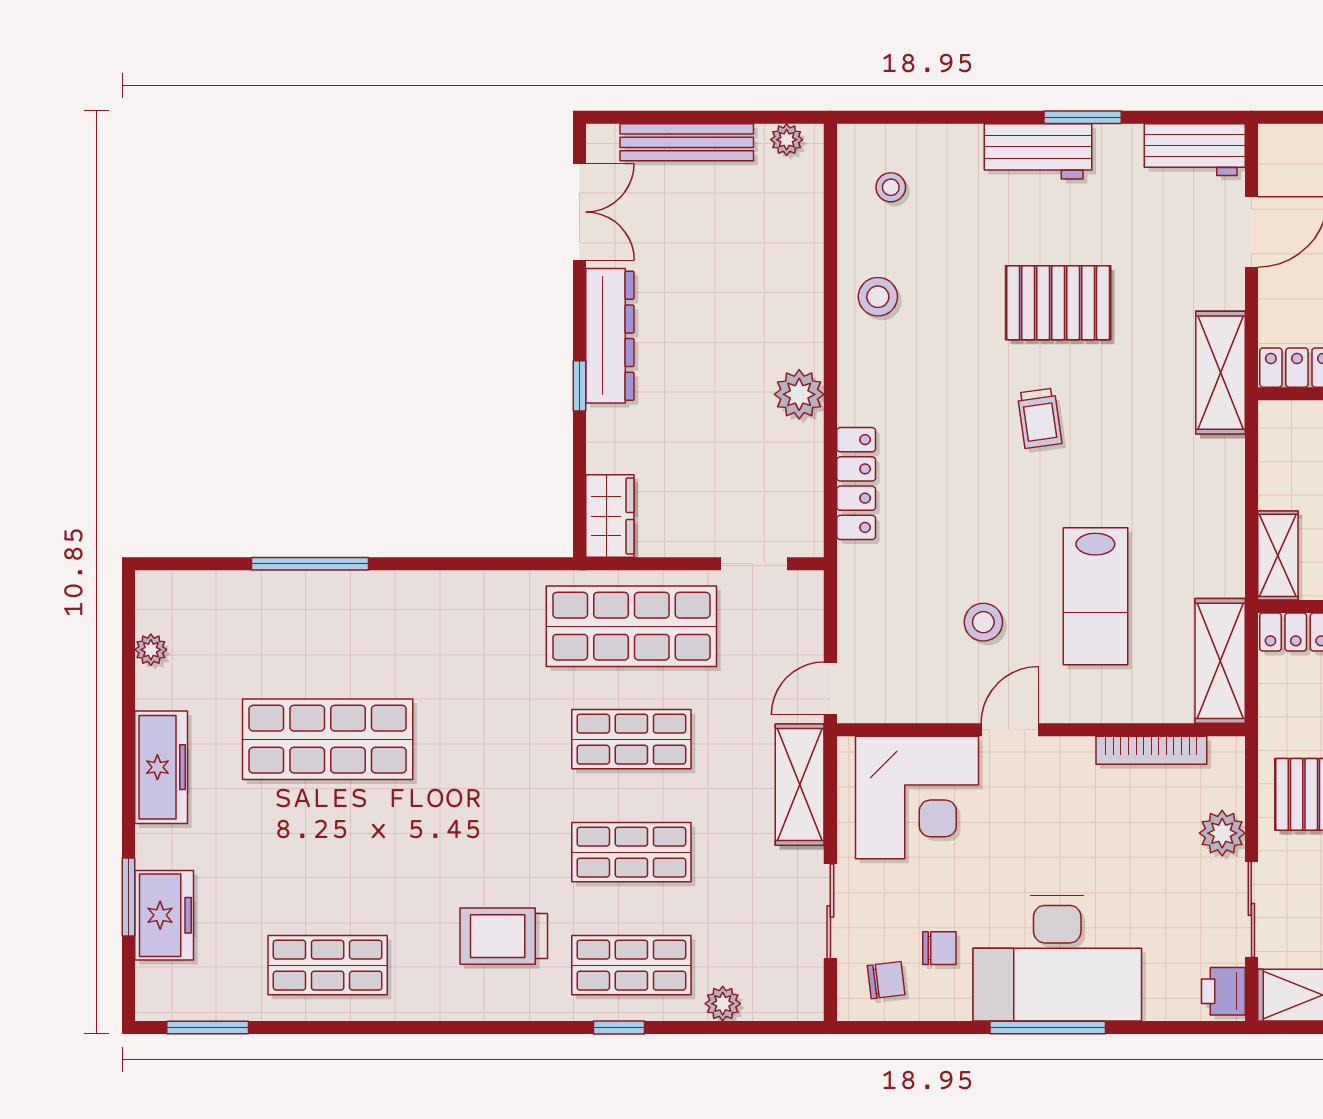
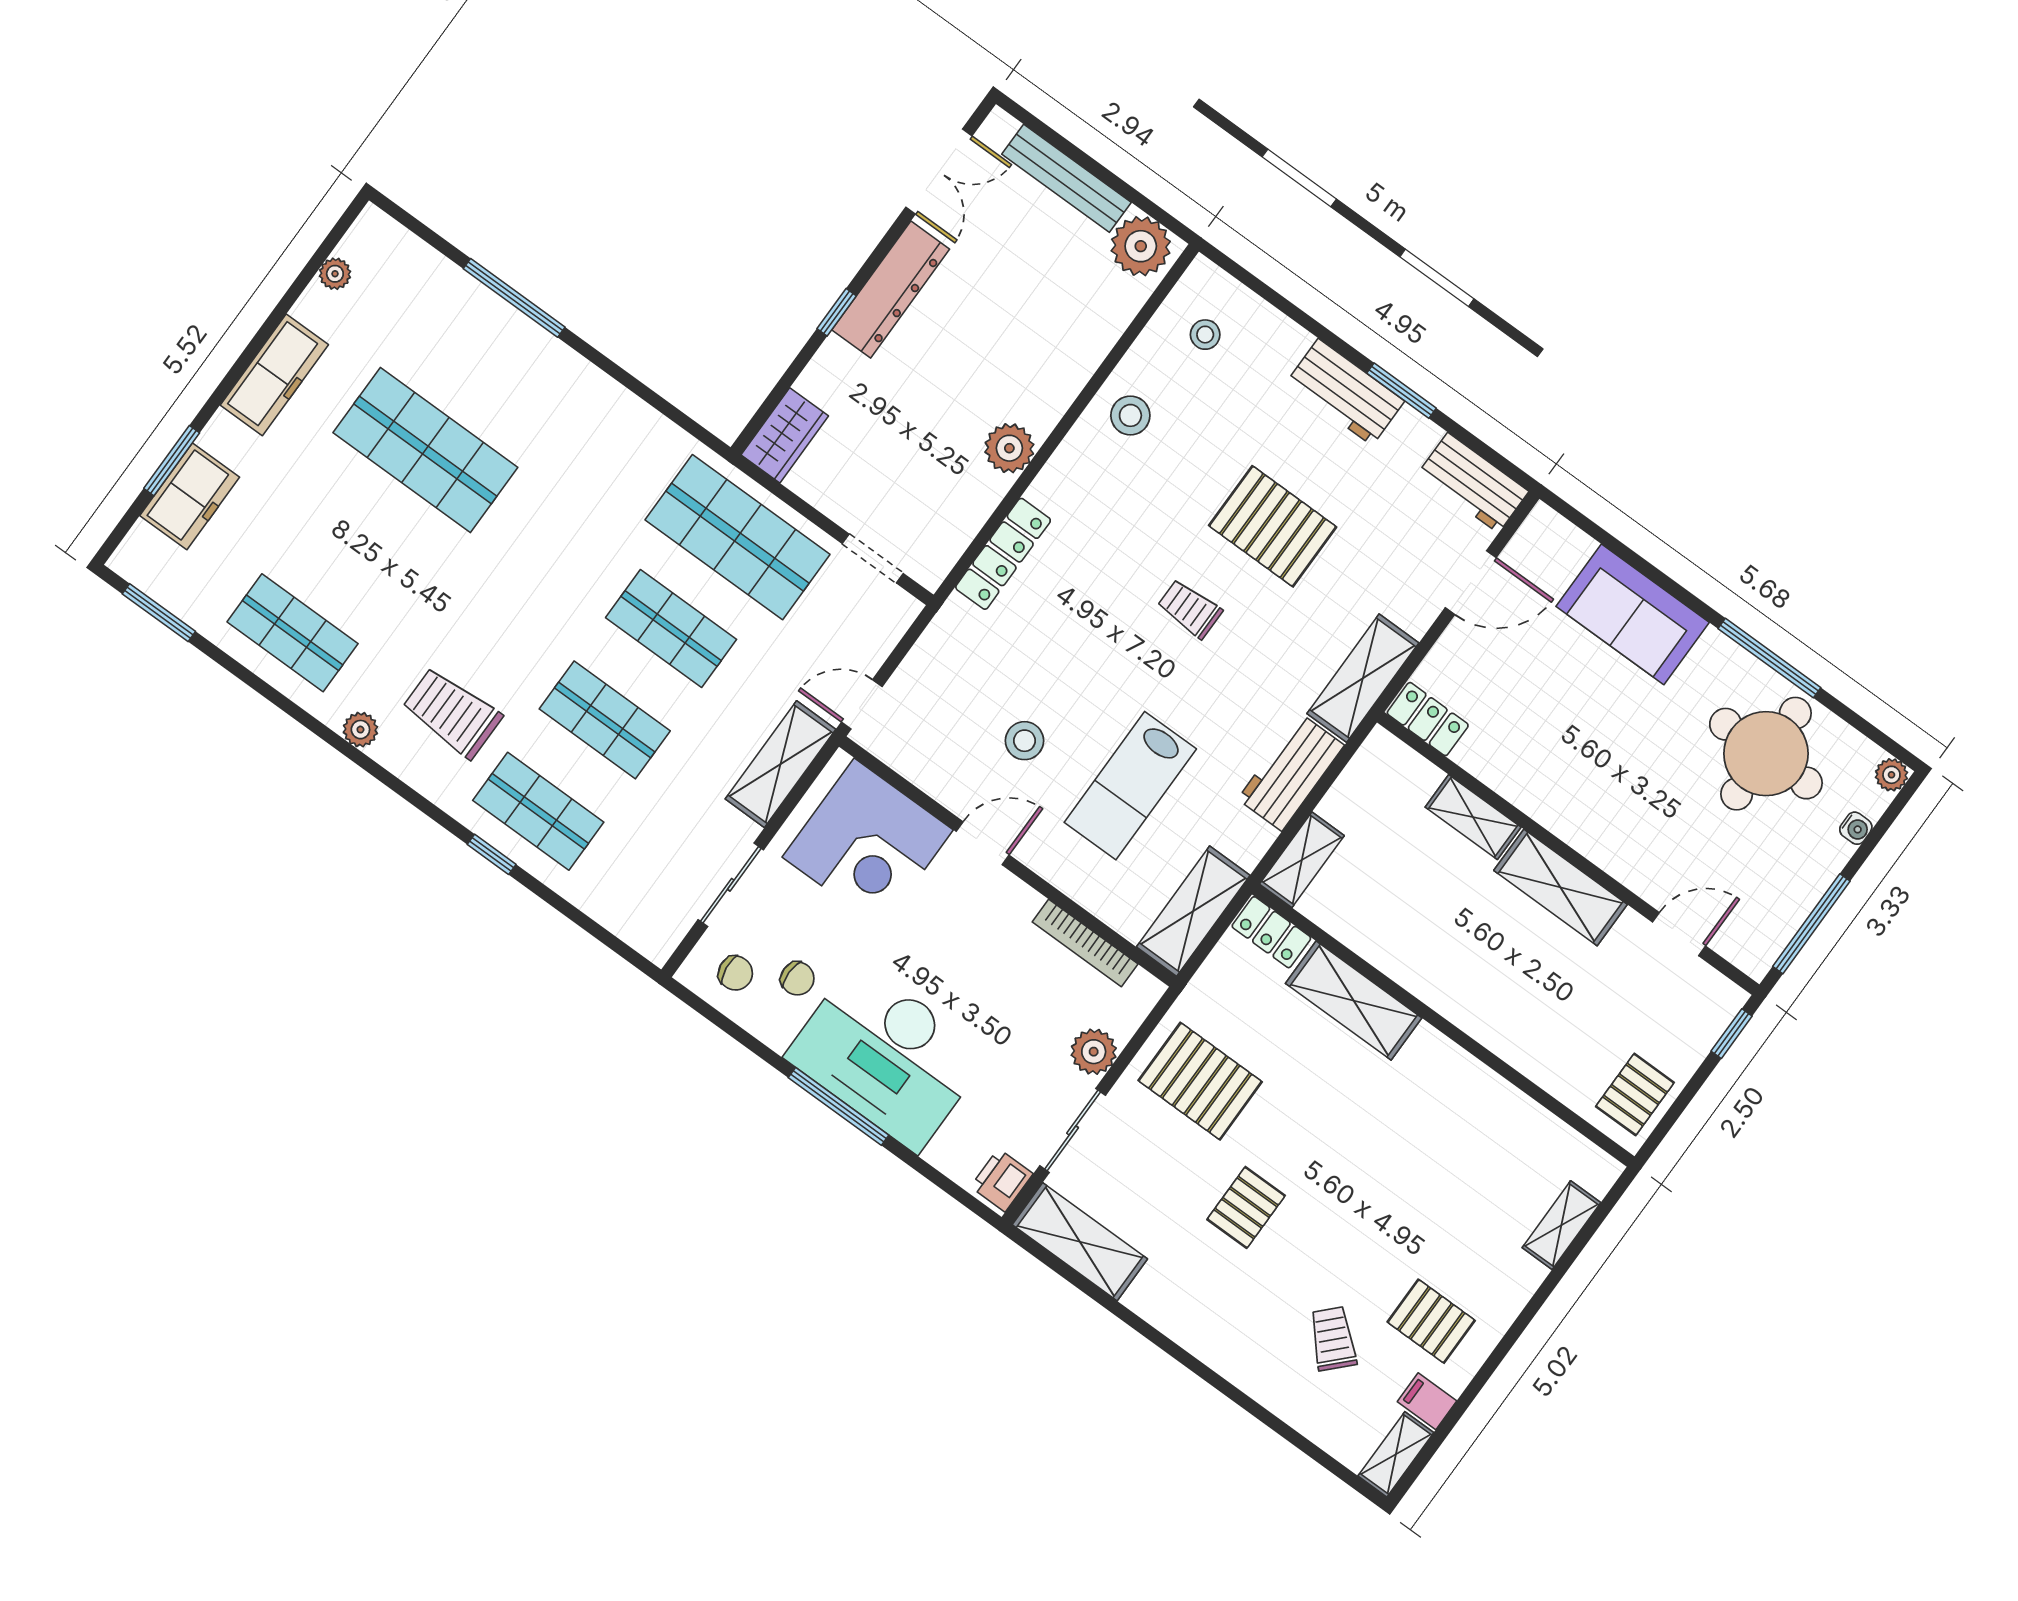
plant: (787, 140) -> (1141, 246), width x1.88, depth x1.88
trolley: (1040, 418) -> (1190, 609), turned 98
workbench: (1217, 491) -> (1291, 772), added
plant: (723, 1004) -> (360, 730), moved

